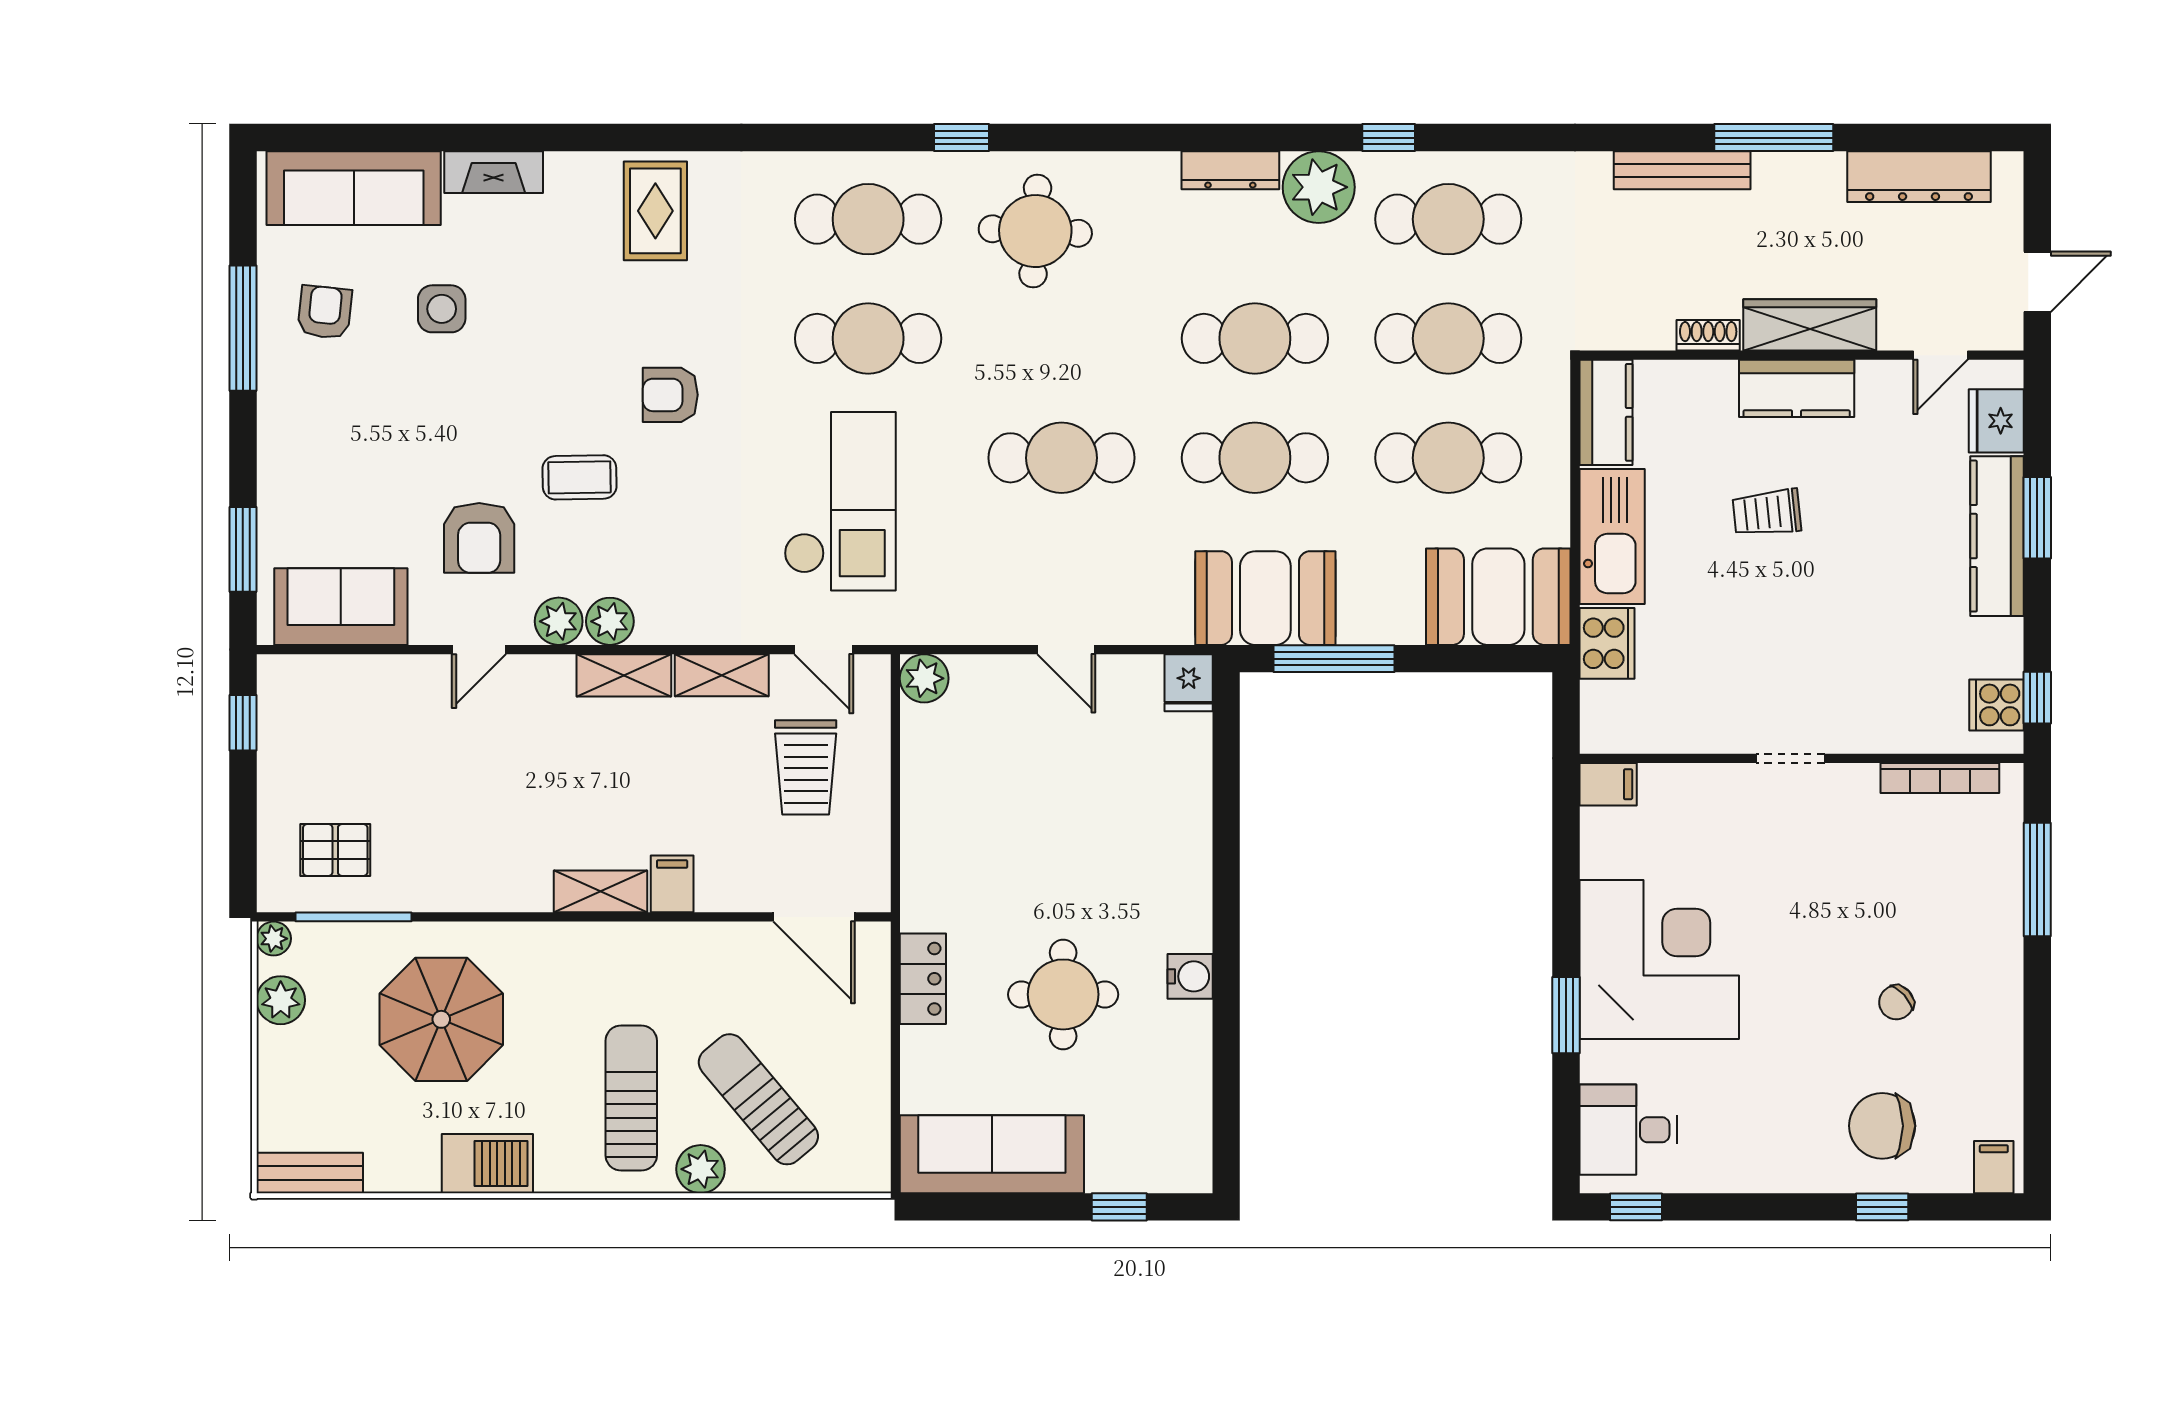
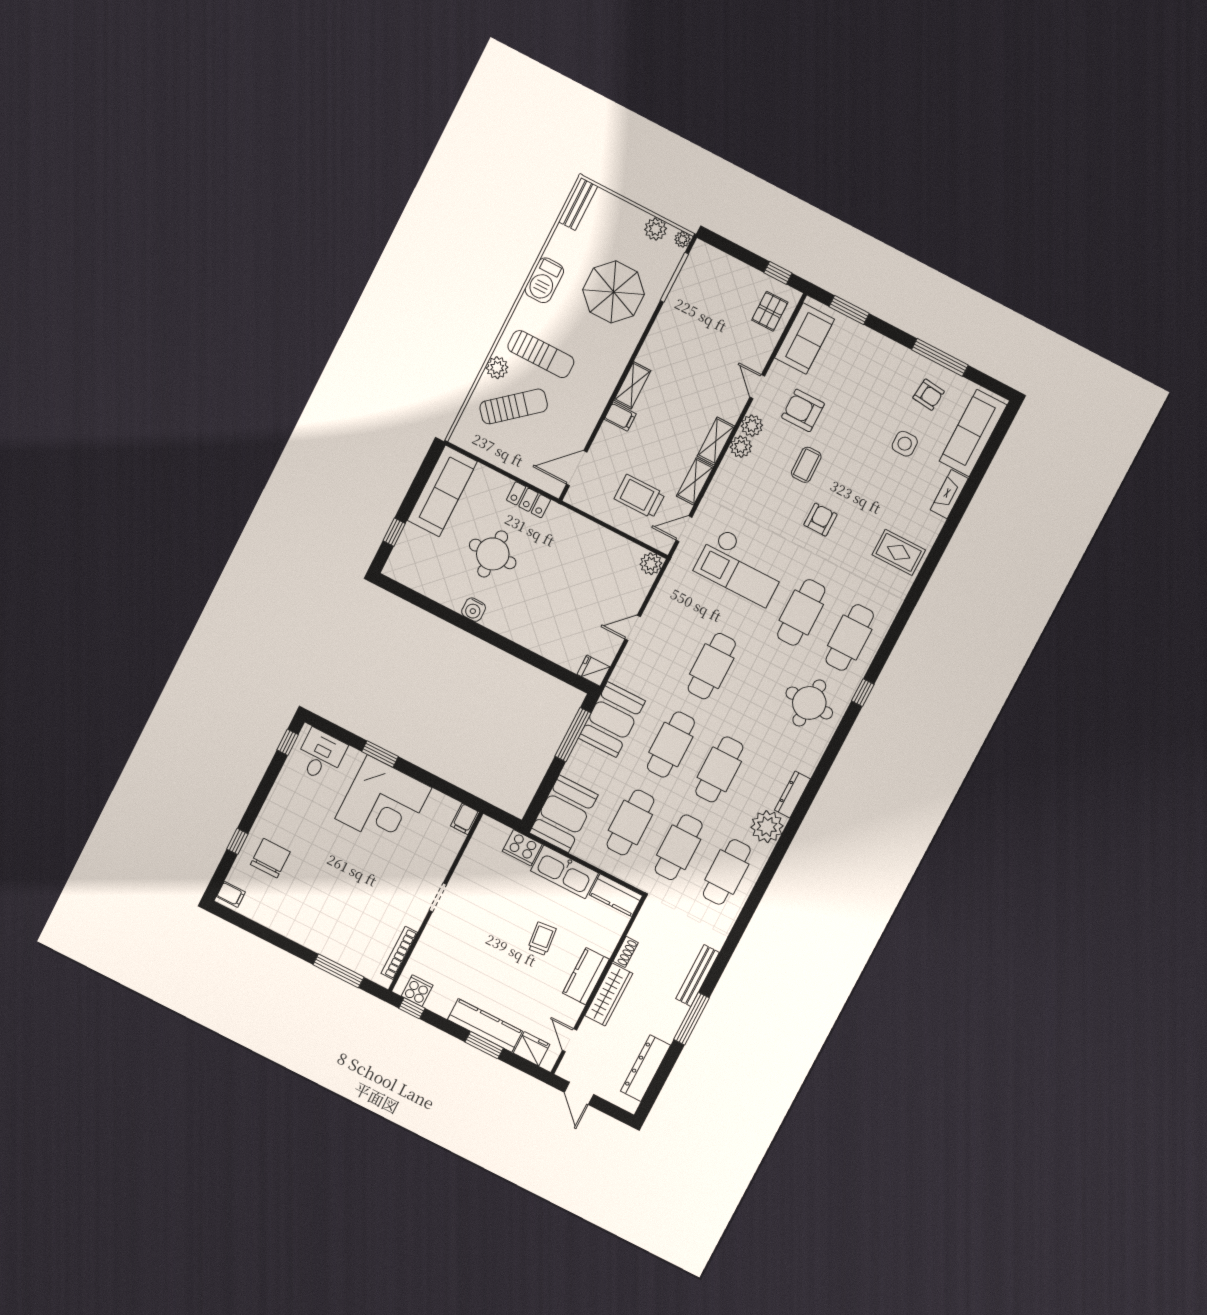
window: (1389, 138) -> (772, 865), removed
pallet: (335, 850) -> (770, 311), moved
chair: (1896, 1002) -> (317, 889), removed

